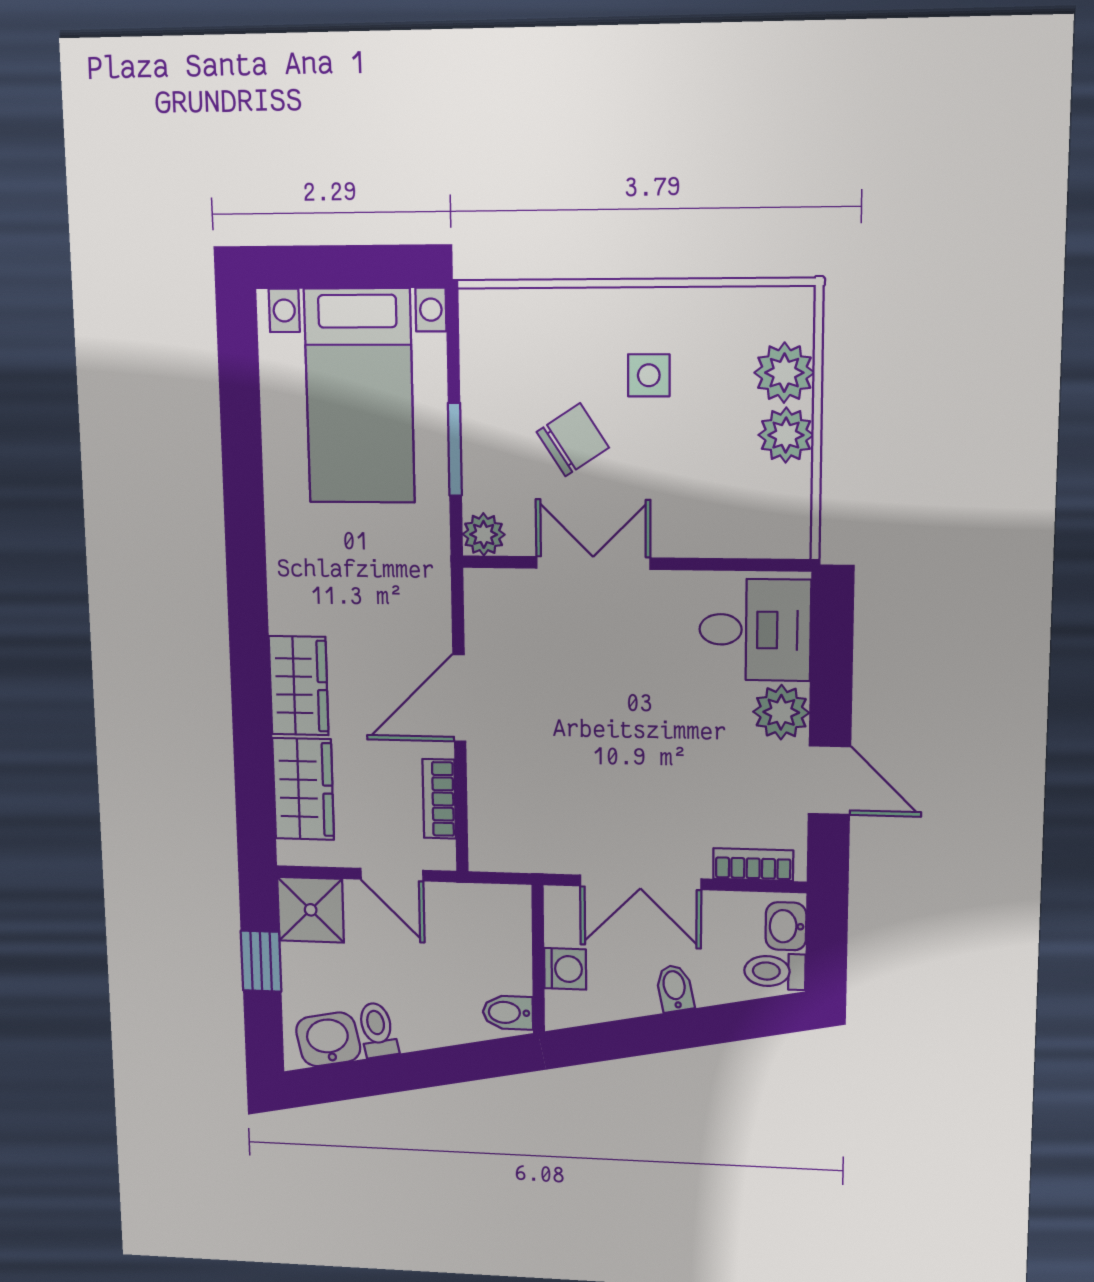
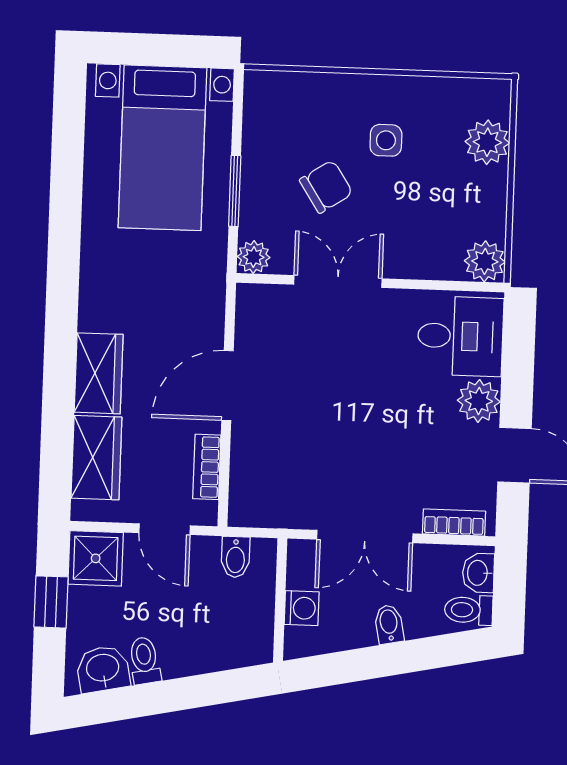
plant: (786, 435) -> (485, 261), moved
bidet: (508, 1013) -> (235, 557), moved, turned -90

